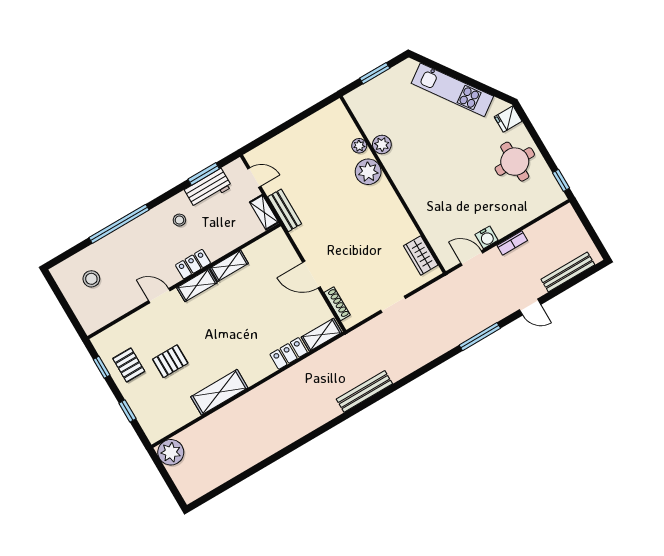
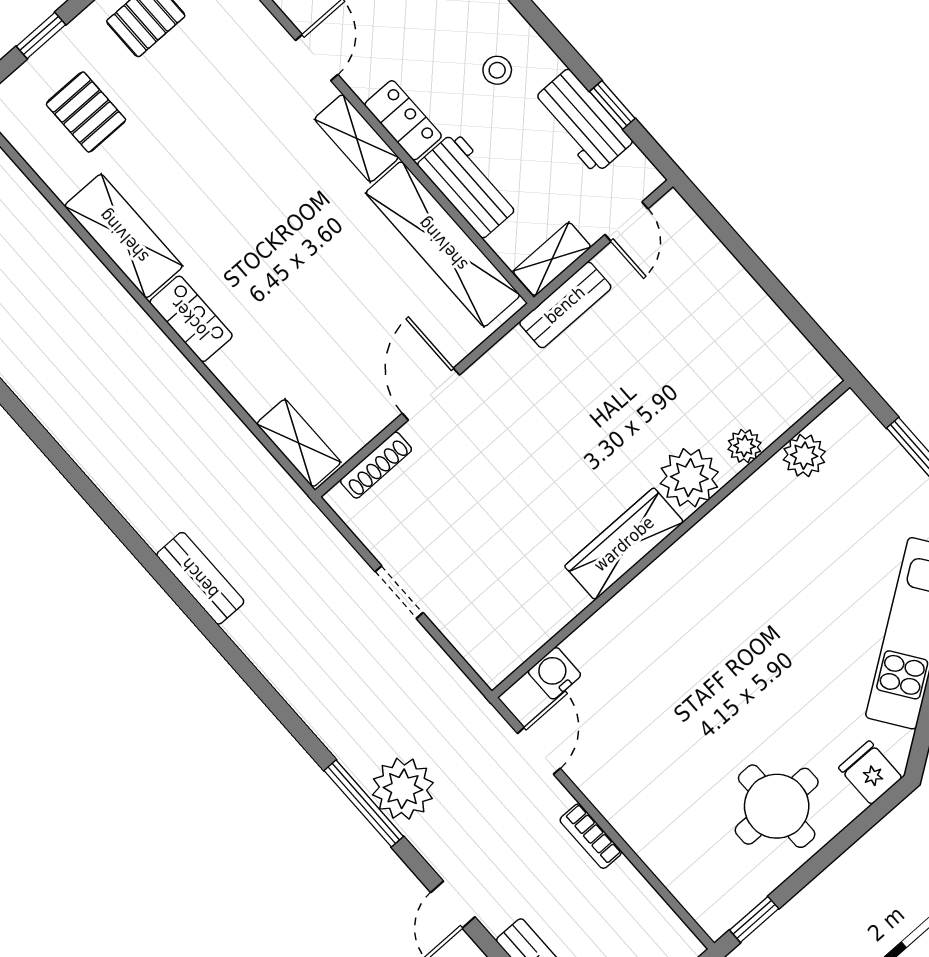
plant: (382, 145) -> (804, 456), moved
window: (204, 174) -> (612, 105), width x0.67
water cooler: (487, 237) -> (554, 673), moved, turned 90
workbench: (226, 241) -> (469, 185), added
wardrobe: (421, 255) -> (624, 544), moved, width x1.50
shelving: (229, 266) -> (443, 244), width x2.20, depth x1.33
plant: (477, 319) -> (403, 789), added
locker: (289, 353) -> (191, 319), moved
pallet: (170, 361) -> (86, 112), moved
bench: (364, 391) -> (200, 578), width x0.73

